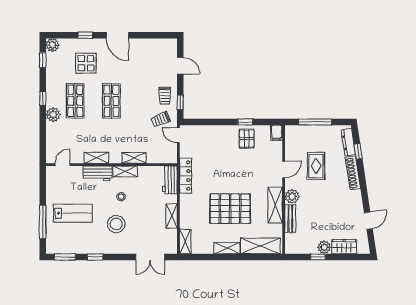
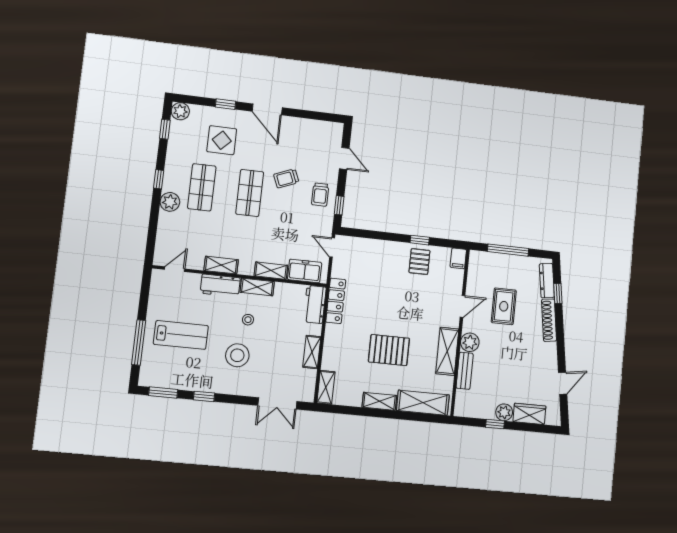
trolley: (161, 119) -> (286, 178), moved
freezer: (159, 155) -> (305, 271), added
pallet: (230, 209) -> (389, 350), width x0.73, depth x0.71

